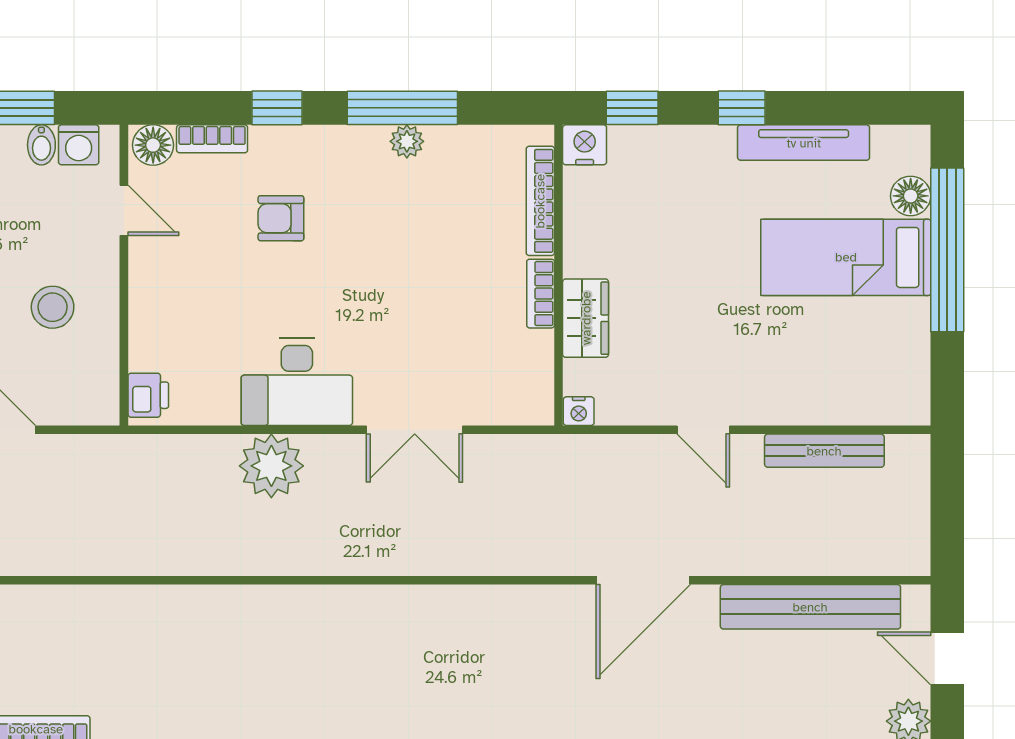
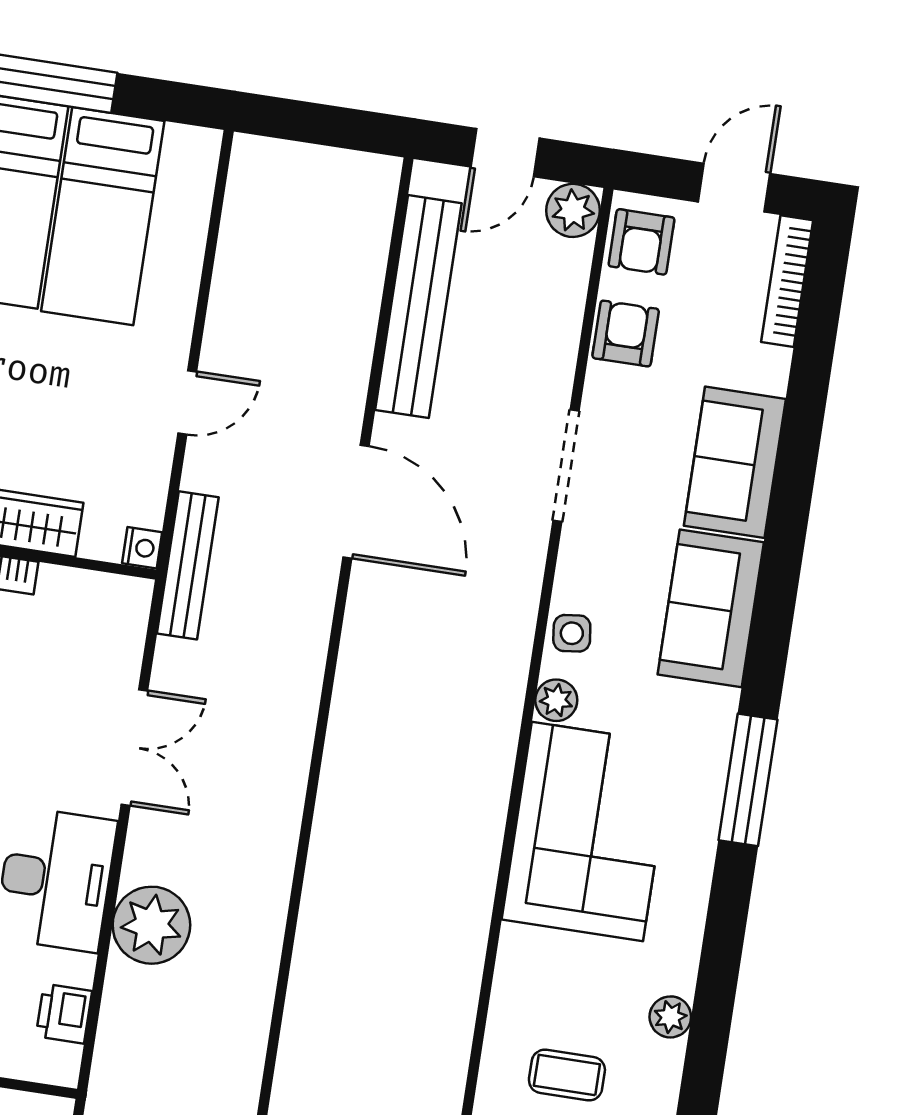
bed: (845, 337) -> (103, 216), added
printer: (148, 395) -> (64, 1014), moved, turned -90
bench: (824, 451) -> (188, 565), moved

